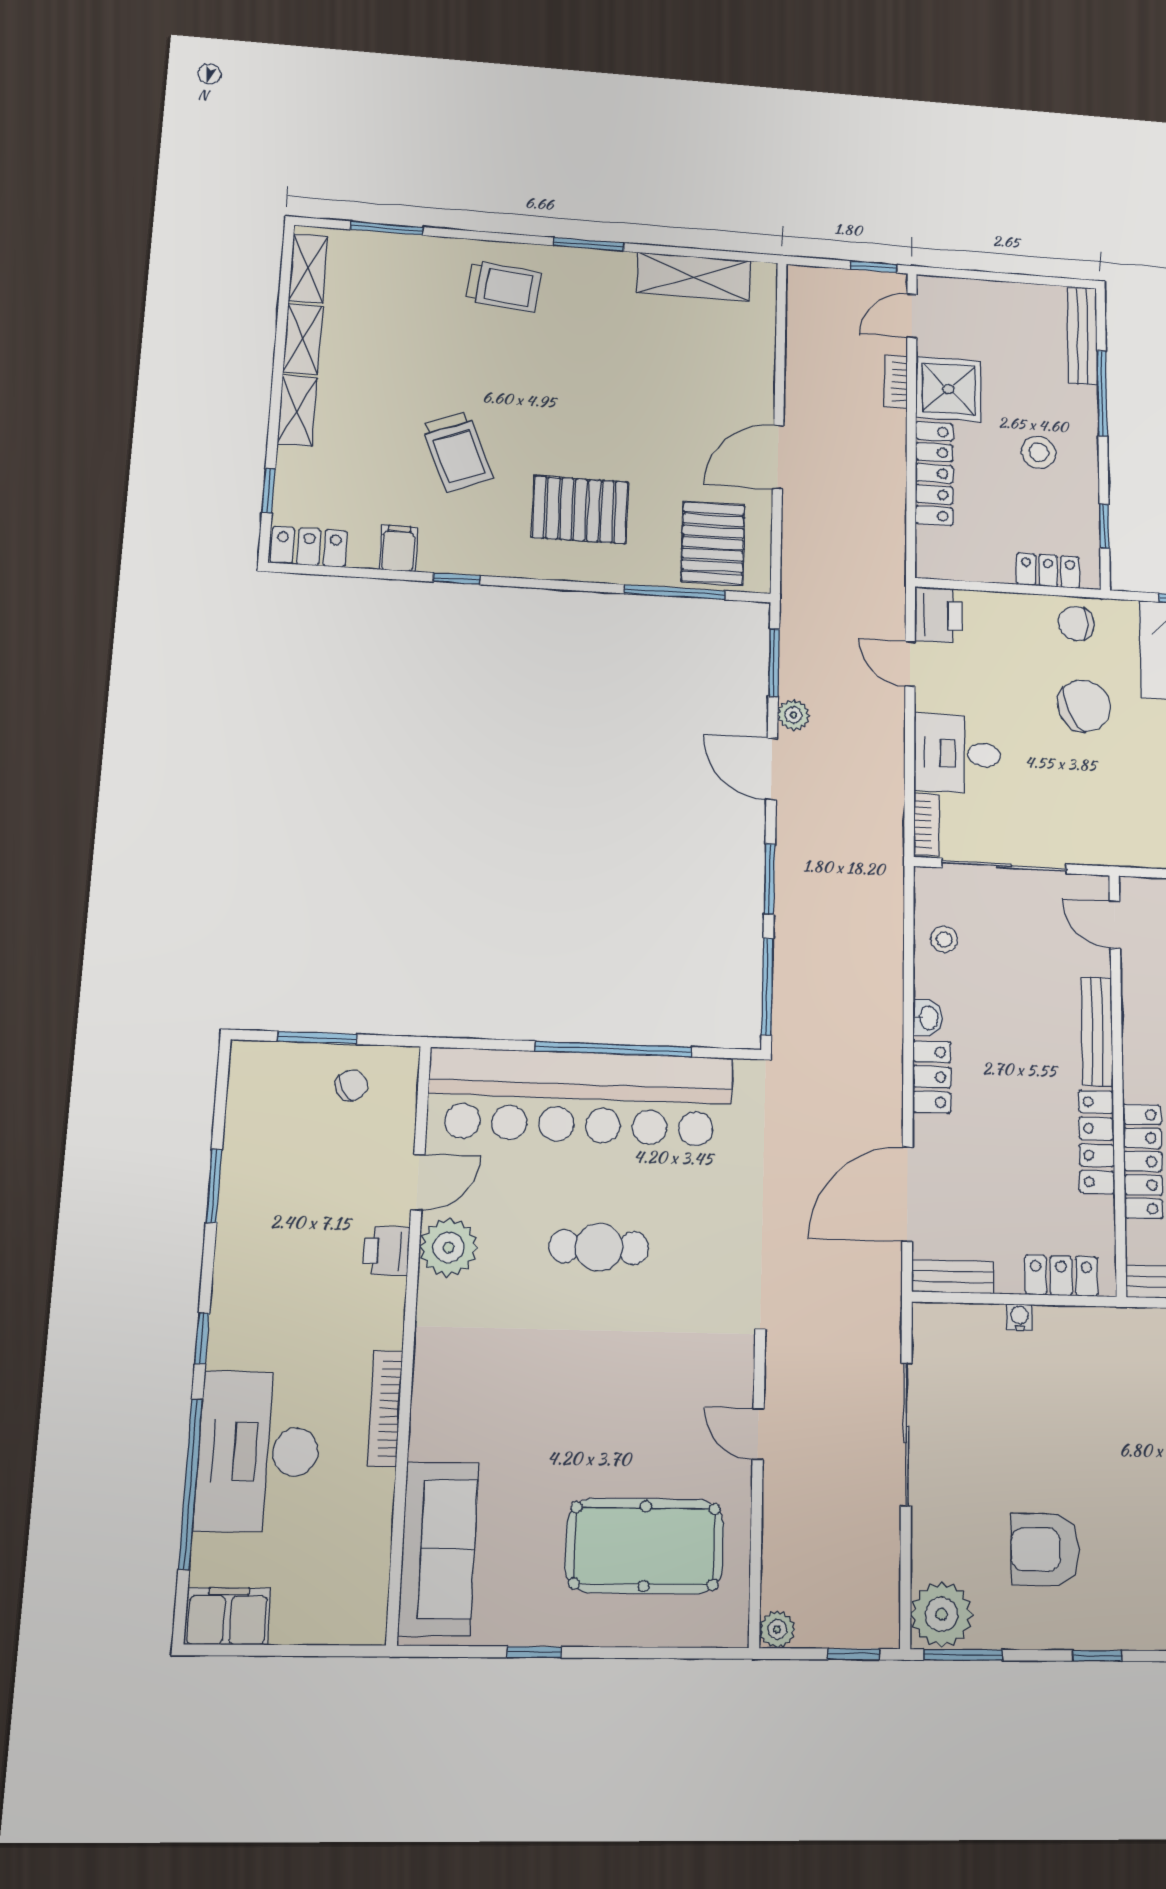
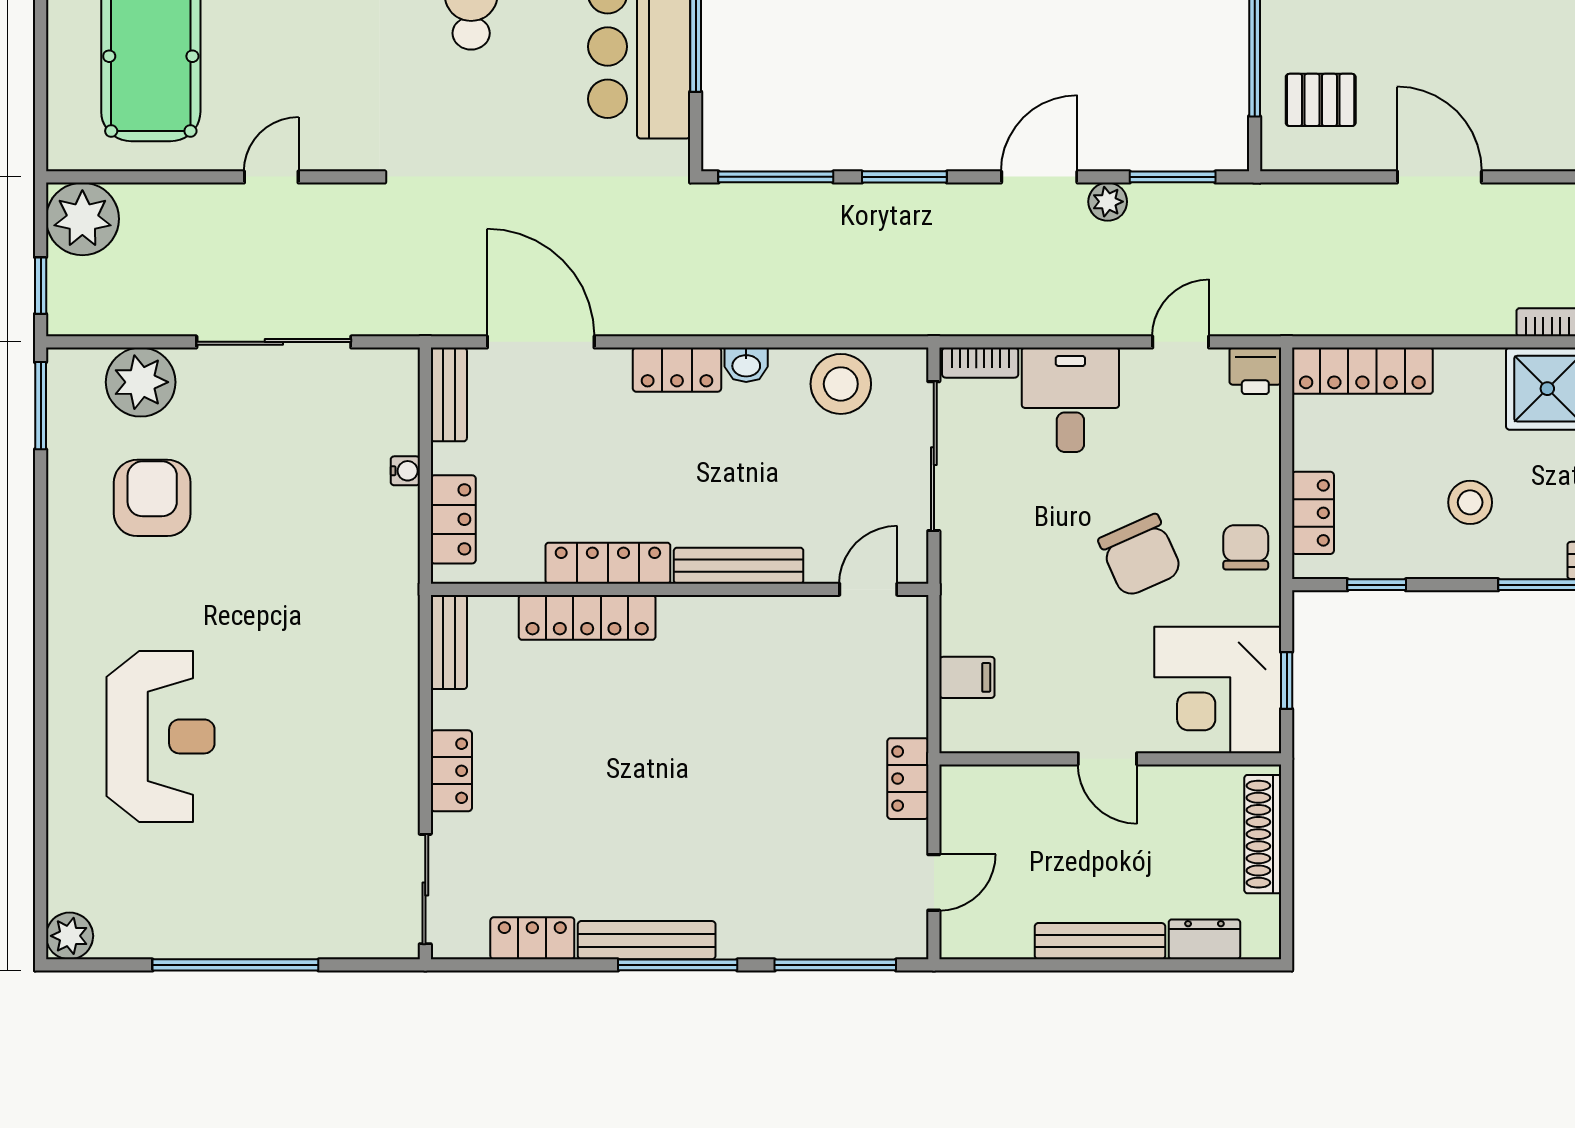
locker: (934, 473) -> (1362, 371), moved
pallet: (713, 543) -> (1321, 100), width x0.67, depth x0.71
printer: (938, 615) -> (1255, 371), width x0.73, depth x0.81
stool: (944, 939) -> (841, 384), width x1.89, depth x1.89
plant: (942, 1614) -> (141, 382), moved
plant: (777, 1629) -> (82, 219), width x1.87, depth x1.87
window: (1097, 1656) -> (41, 555), removed

